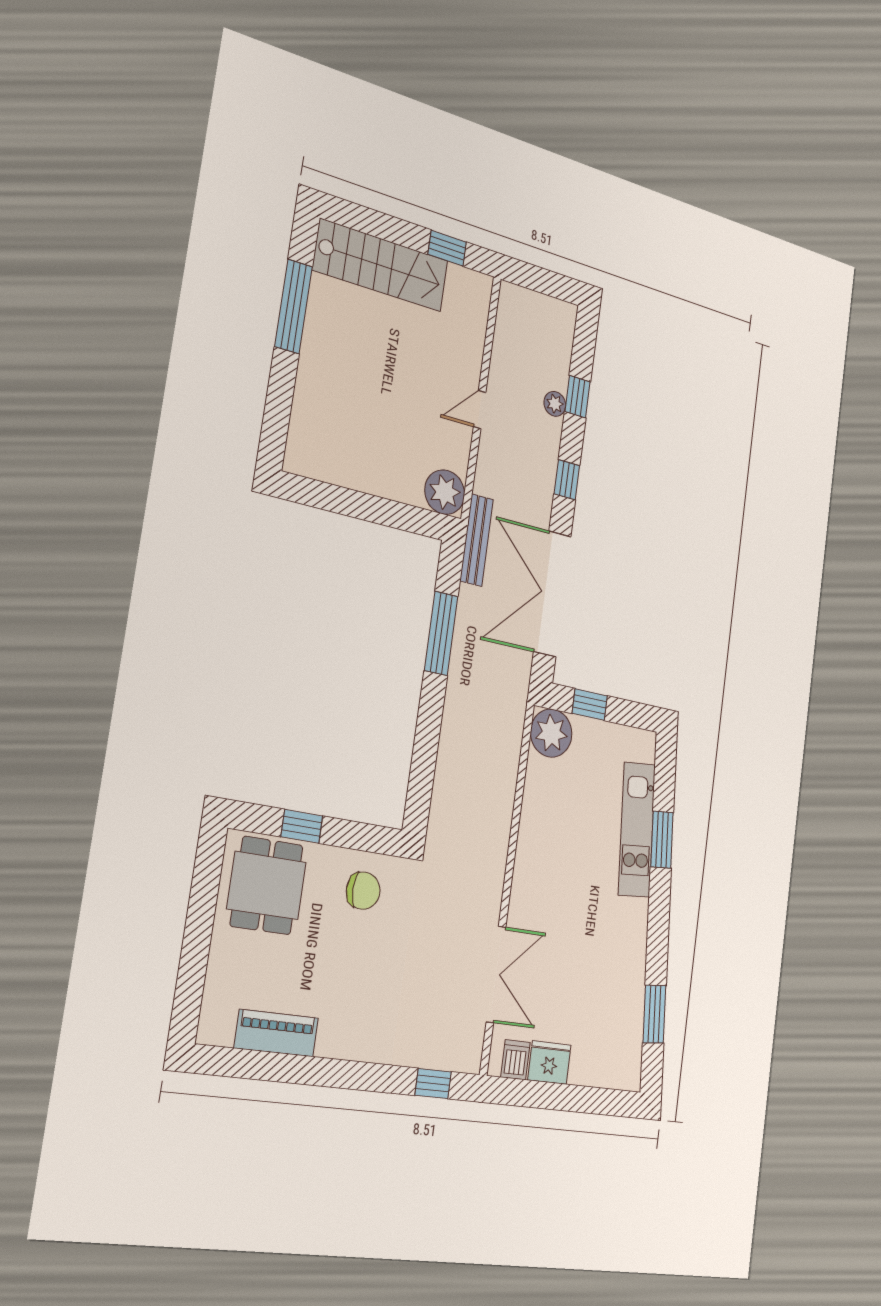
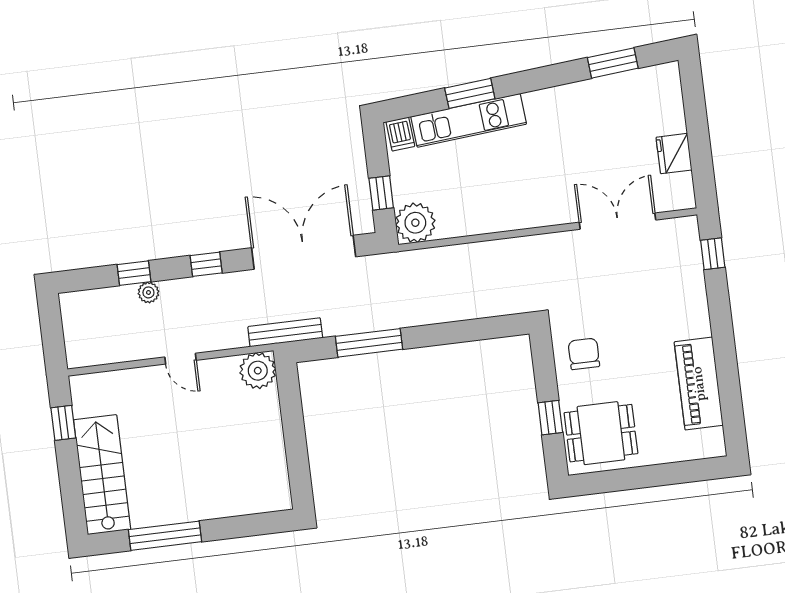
double door: (552, 594) -> (304, 252), swing flipped
piano: (276, 1033) -> (699, 384), width x1.37, depth x1.33
dishwasher: (515, 1060) -> (400, 134), moved, turned -95

